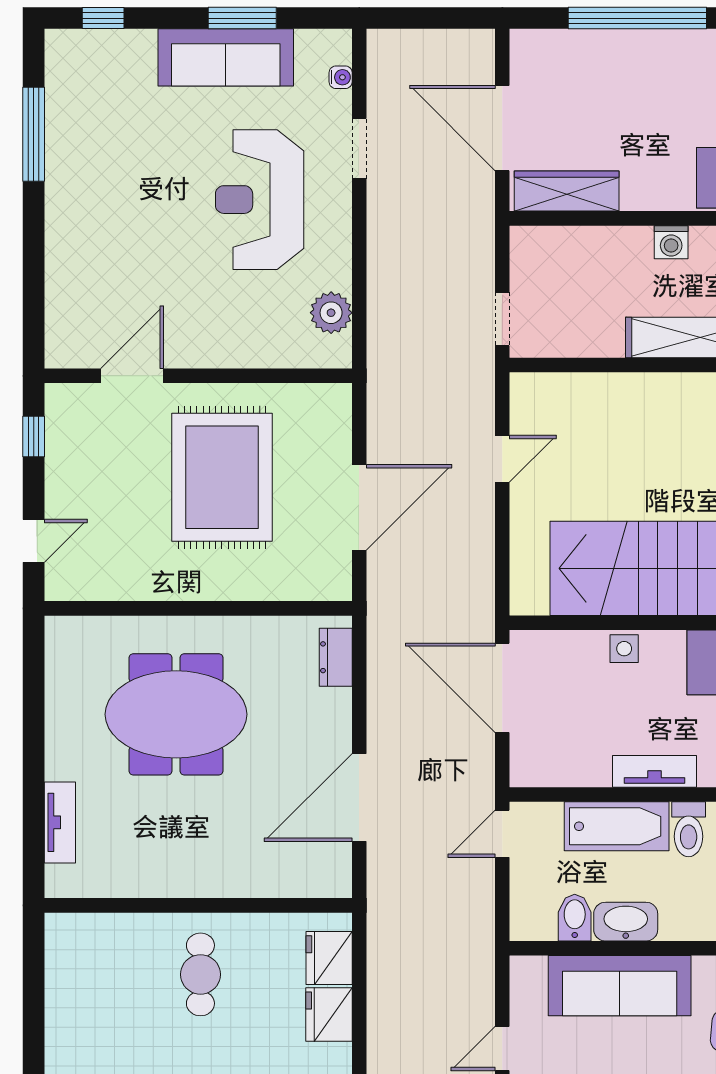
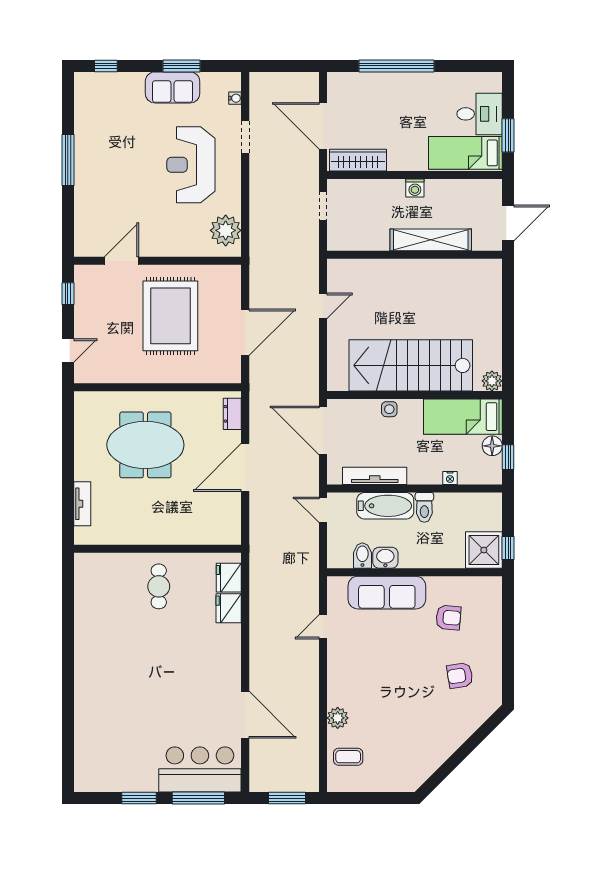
sofa: (226, 57) -> (173, 87), width x0.73
window: (34, 134) -> (68, 160), moved
plant: (331, 313) -> (226, 230), width x1.36, depth x1.36
doorway: (502, 319) -> (323, 206), moved
tv unit: (654, 771) -> (375, 476), moved, width x1.41
door: (359, 797) -> (245, 467), moved
door: (502, 834) -> (323, 510), hinge flipped
washbasin: (626, 922) -> (385, 558), width x0.72

